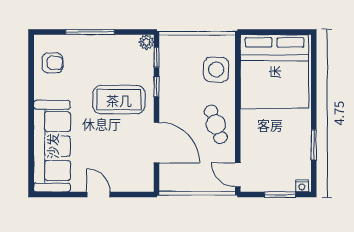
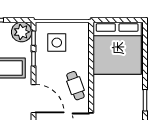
plant: (146, 42) -> (22, 32), width x1.88, depth x1.88
side table: (216, 70) -> (57, 43), moved

